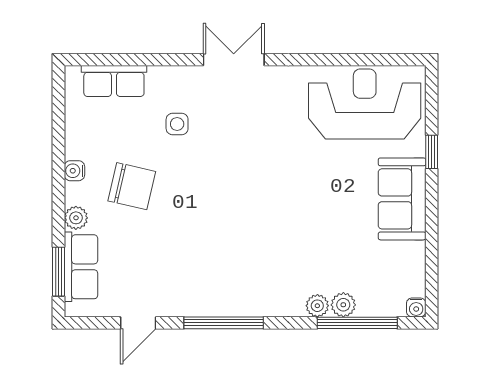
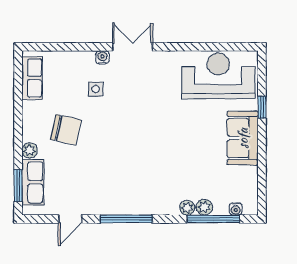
row of seats: (114, 81) -> (32, 78), moved, turned -90
water cooler: (74, 171) -> (102, 57), moved, turned 90
water cooler: (416, 307) -> (236, 209), moved

